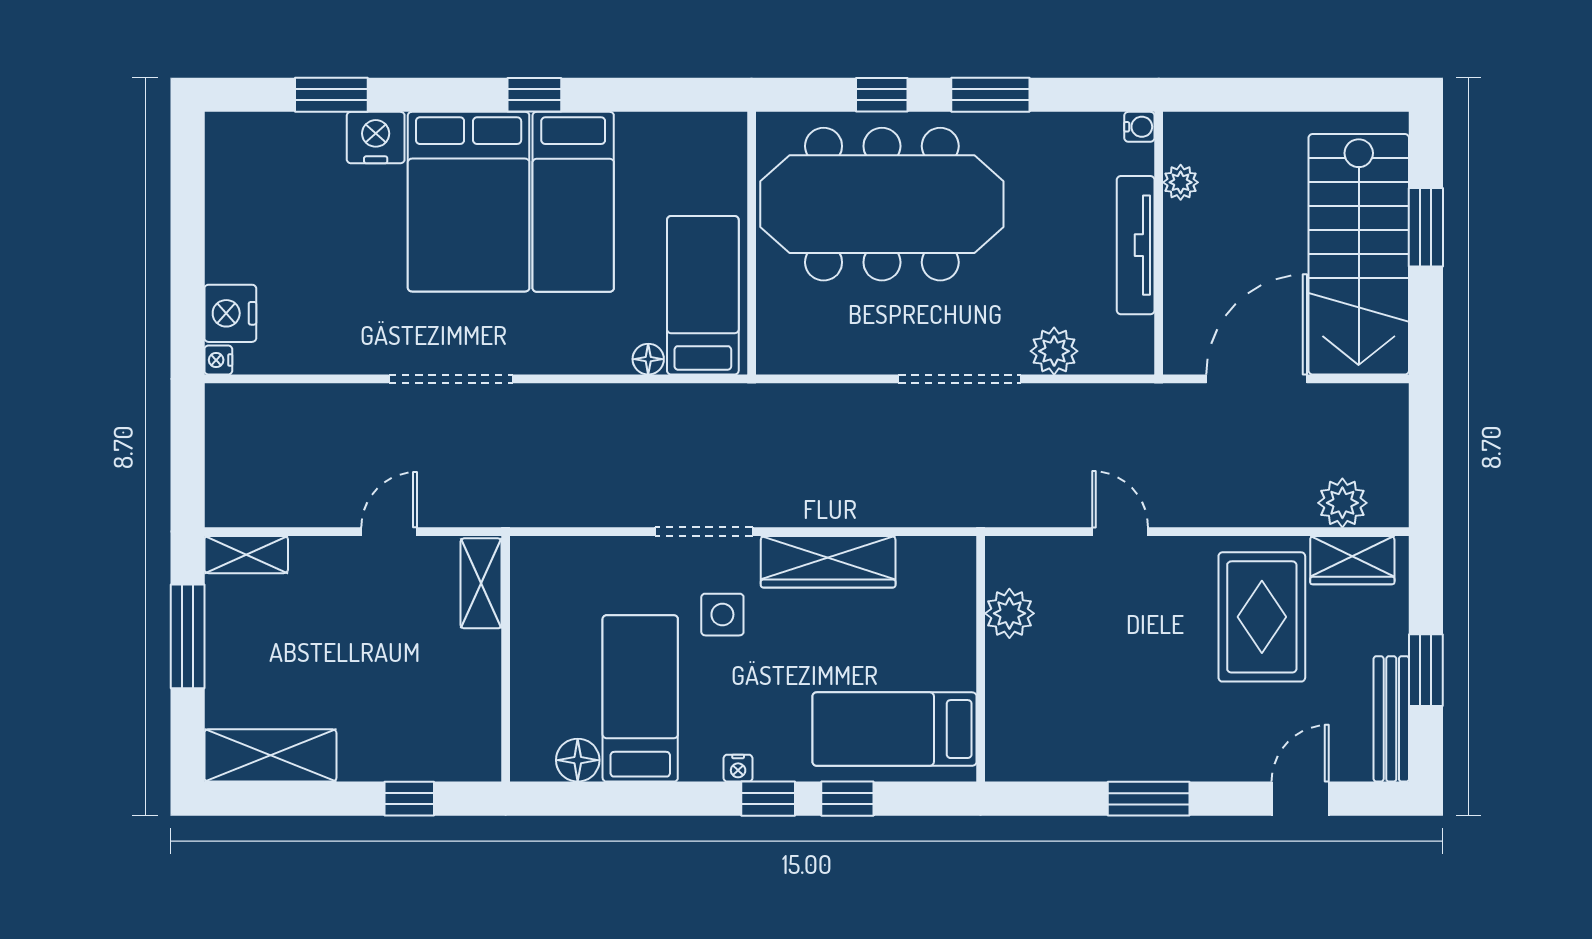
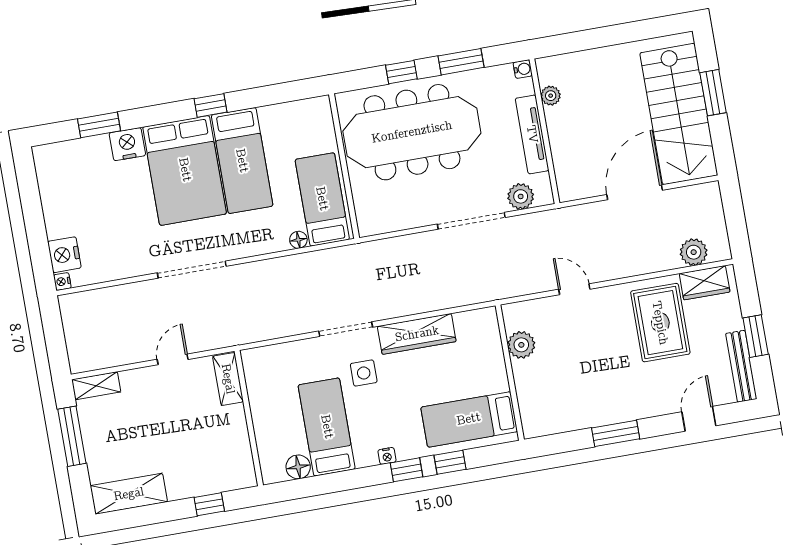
water cooler: (1139, 127) -> (523, 69), moved
plant: (1181, 182) -> (551, 96), moved
wall: (1159, 243) -> (544, 131), moved
tv unit: (1136, 245) -> (532, 134), moved

